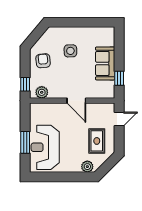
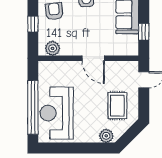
window: (25, 84) -> (33, 24), moved
window: (25, 142) -> (33, 107), width x2.11

